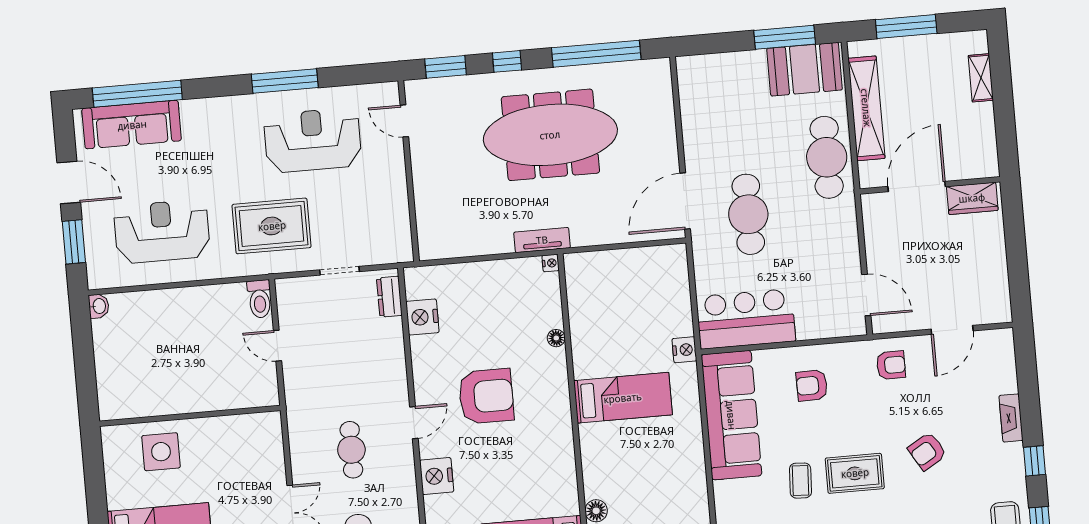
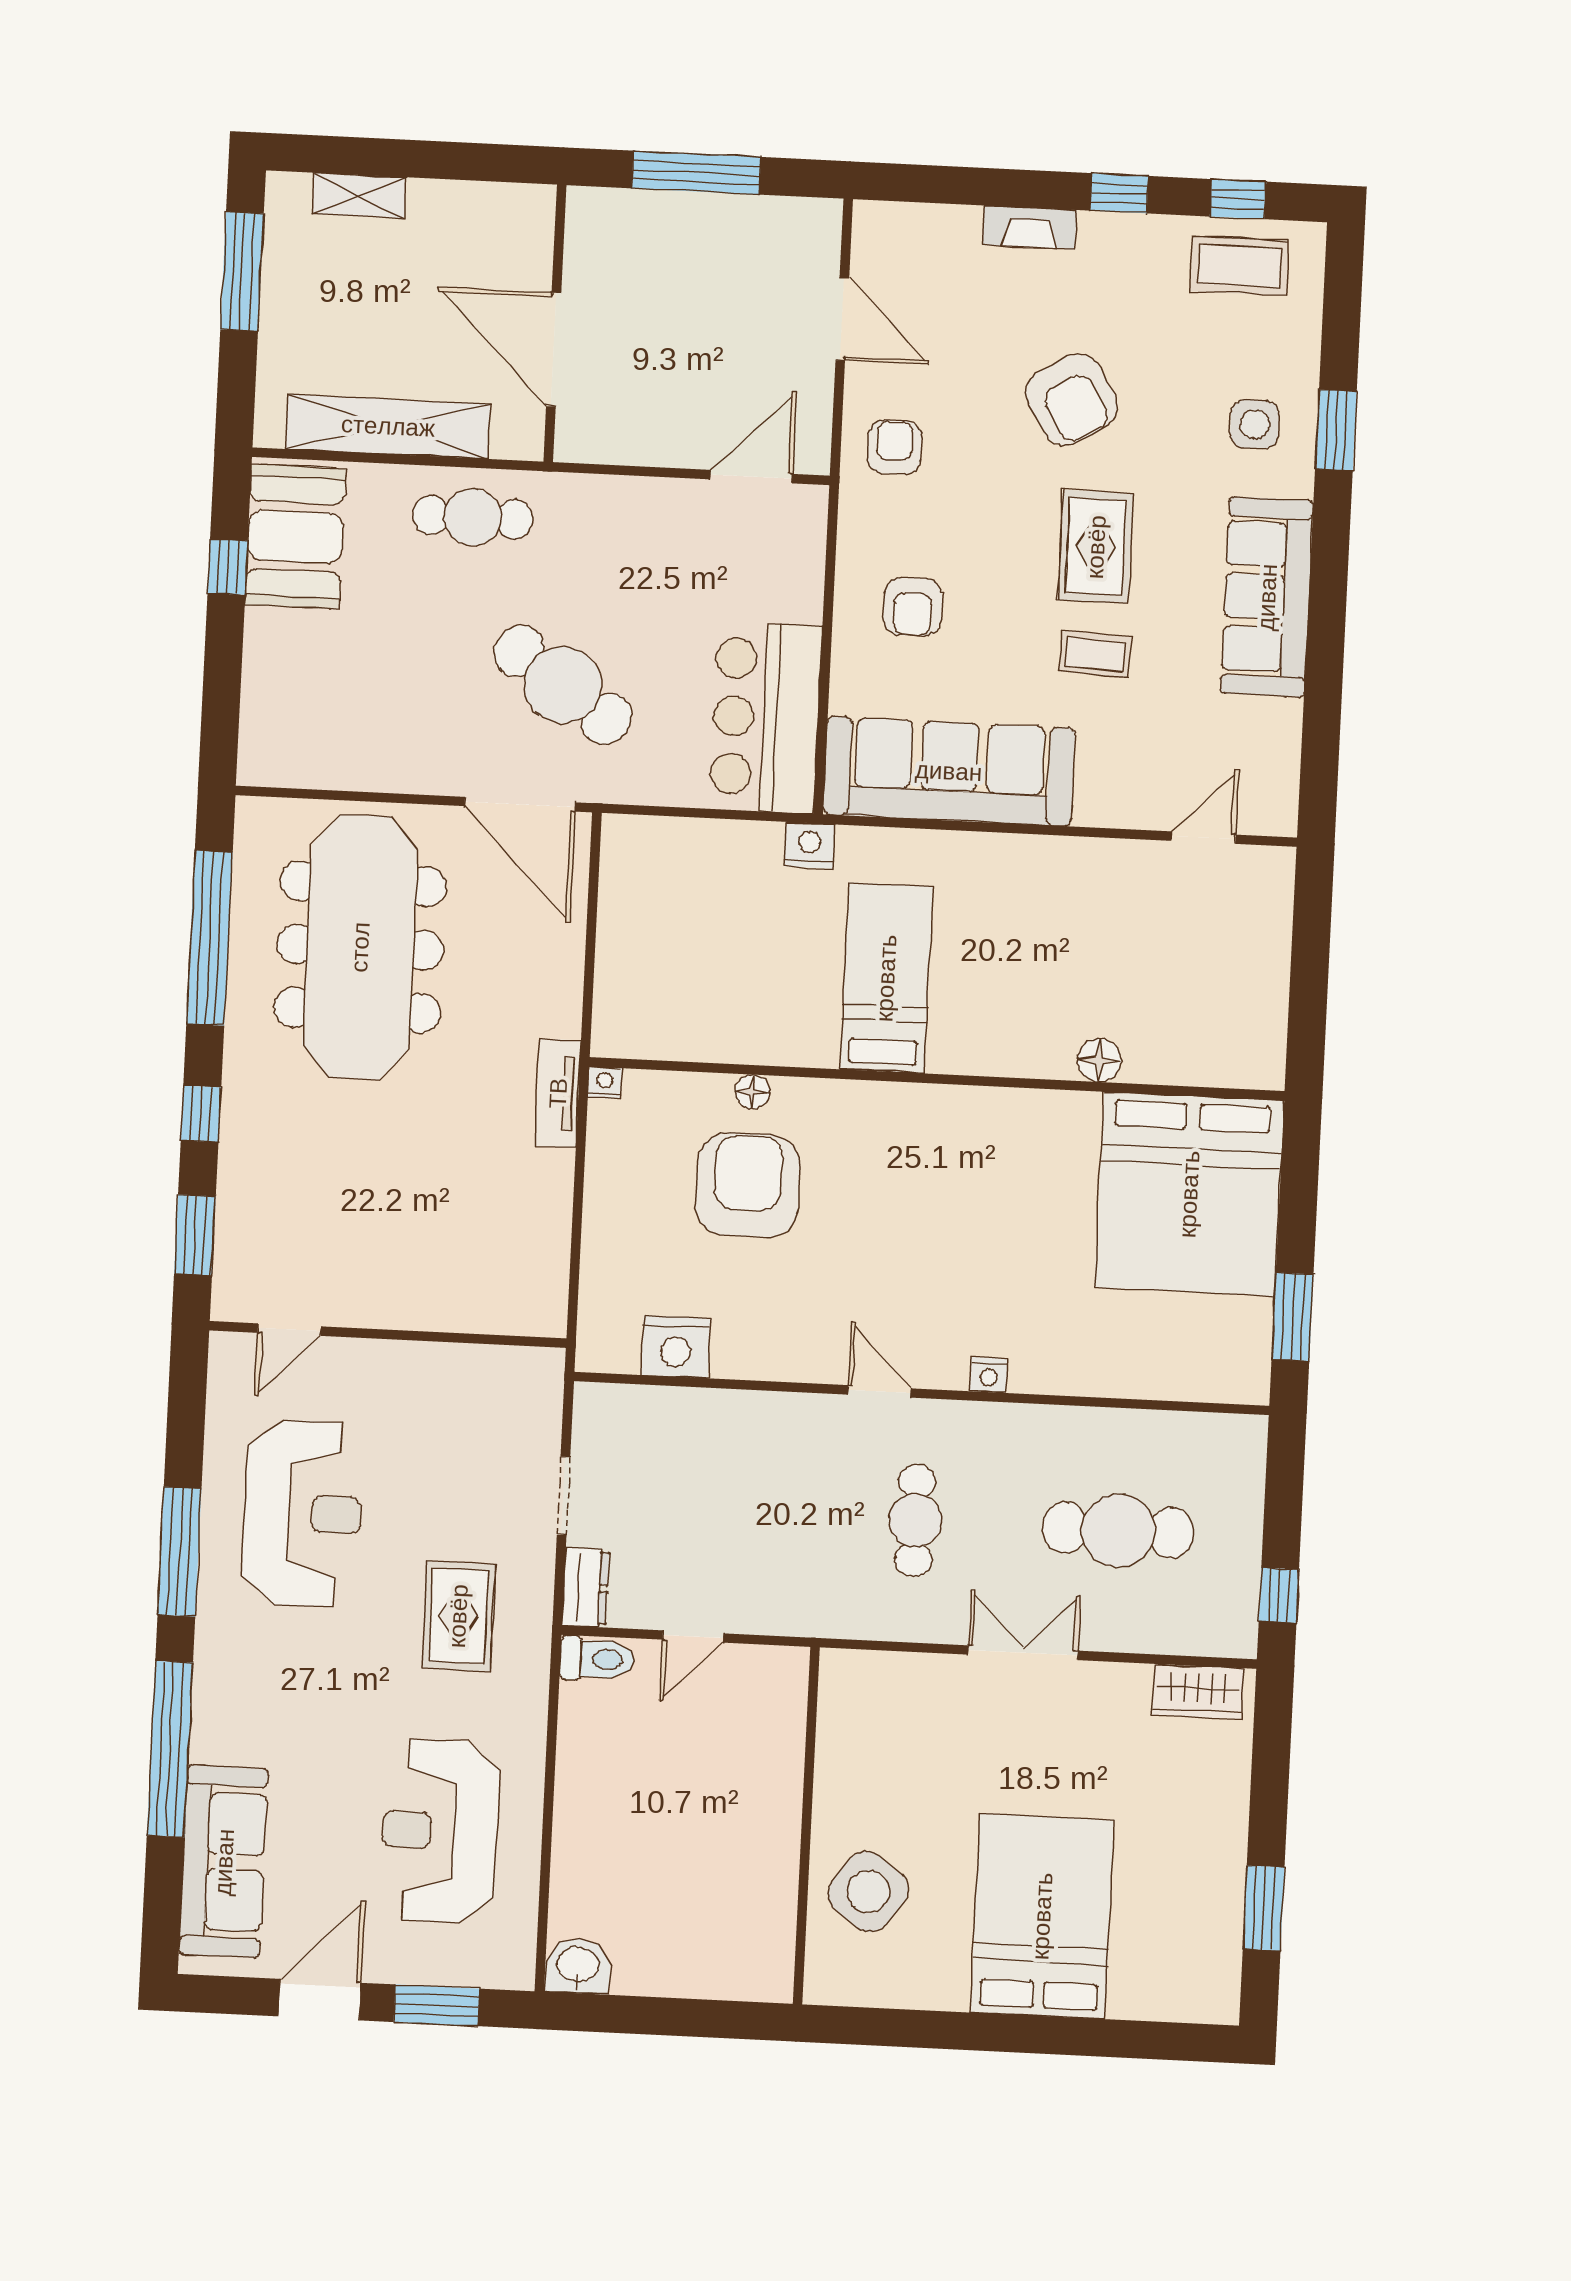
window: (906, 27) -> (242, 271), moved
window: (785, 37) -> (228, 567), width x0.46
window: (137, 94) -> (170, 1749), moved
meeting table: (550, 135) -> (360, 947), moved
reception desk: (313, 140) -> (303, 1513), turned 180
cafe table: (827, 157) -> (473, 517), width x0.73, depth x0.74
wardrobe: (972, 198) -> (592, 244), removed
cafe table: (748, 214) -> (563, 685), turned 35
rug: (272, 226) -> (458, 1616), width x0.73, depth x0.70
window: (1016, 246) -> (696, 173), added
dresser: (389, 297) -> (586, 1588), moved, turned -90
washbasin: (99, 306) -> (578, 1966), width x1.38, depth x1.45
armchair: (486, 396) -> (748, 1185), moved
cafe table: (351, 450) -> (915, 1520), turned 90
armchair: (927, 451) -> (1072, 400), width x1.38, depth x1.38
side table: (161, 452) -> (868, 1892), turned 36
nightstand: (437, 476) -> (989, 1375), width x0.53, depth x0.56

